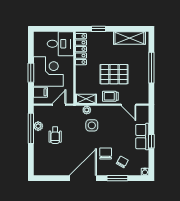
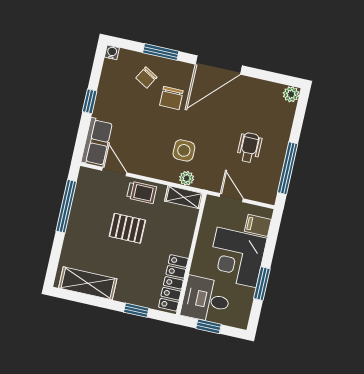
window: (56, 29) -> (208, 326), added
window: (151, 68) -> (66, 206), moved
window: (31, 73) -> (262, 284), moved
pallet: (114, 74) -> (127, 228), width x0.67, depth x0.71
door: (59, 105) -> (231, 198), swing flipped
plant: (38, 126) -> (291, 94), moved
row of seats: (142, 137) -> (97, 142), moved

